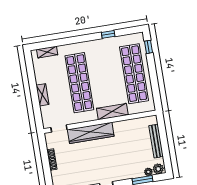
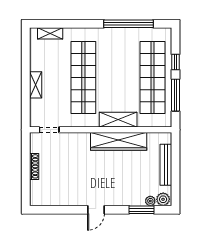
window: (108, 34) -> (129, 24), width x3.17
window: (148, 47) -> (176, 62), moved
window: (155, 85) -> (176, 95), added
wardrobe: (91, 133) -> (119, 141), moved

